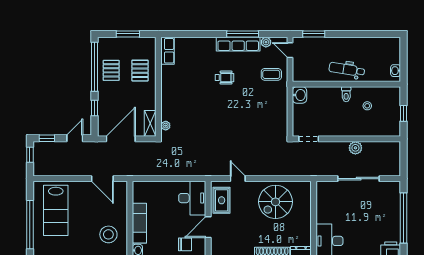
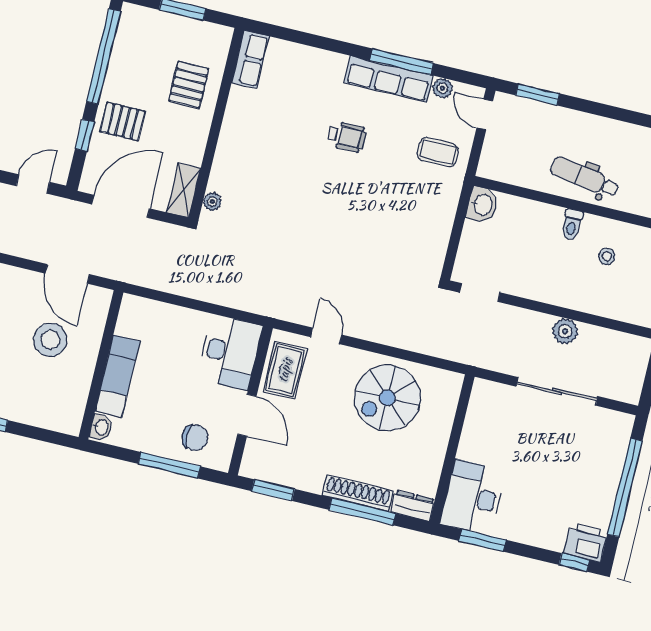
pallet: (111, 70) -> (123, 121), moved, turned 90
door: (208, 227) -> (247, 415), swing flipped
stool: (108, 234) -> (50, 340), moved

